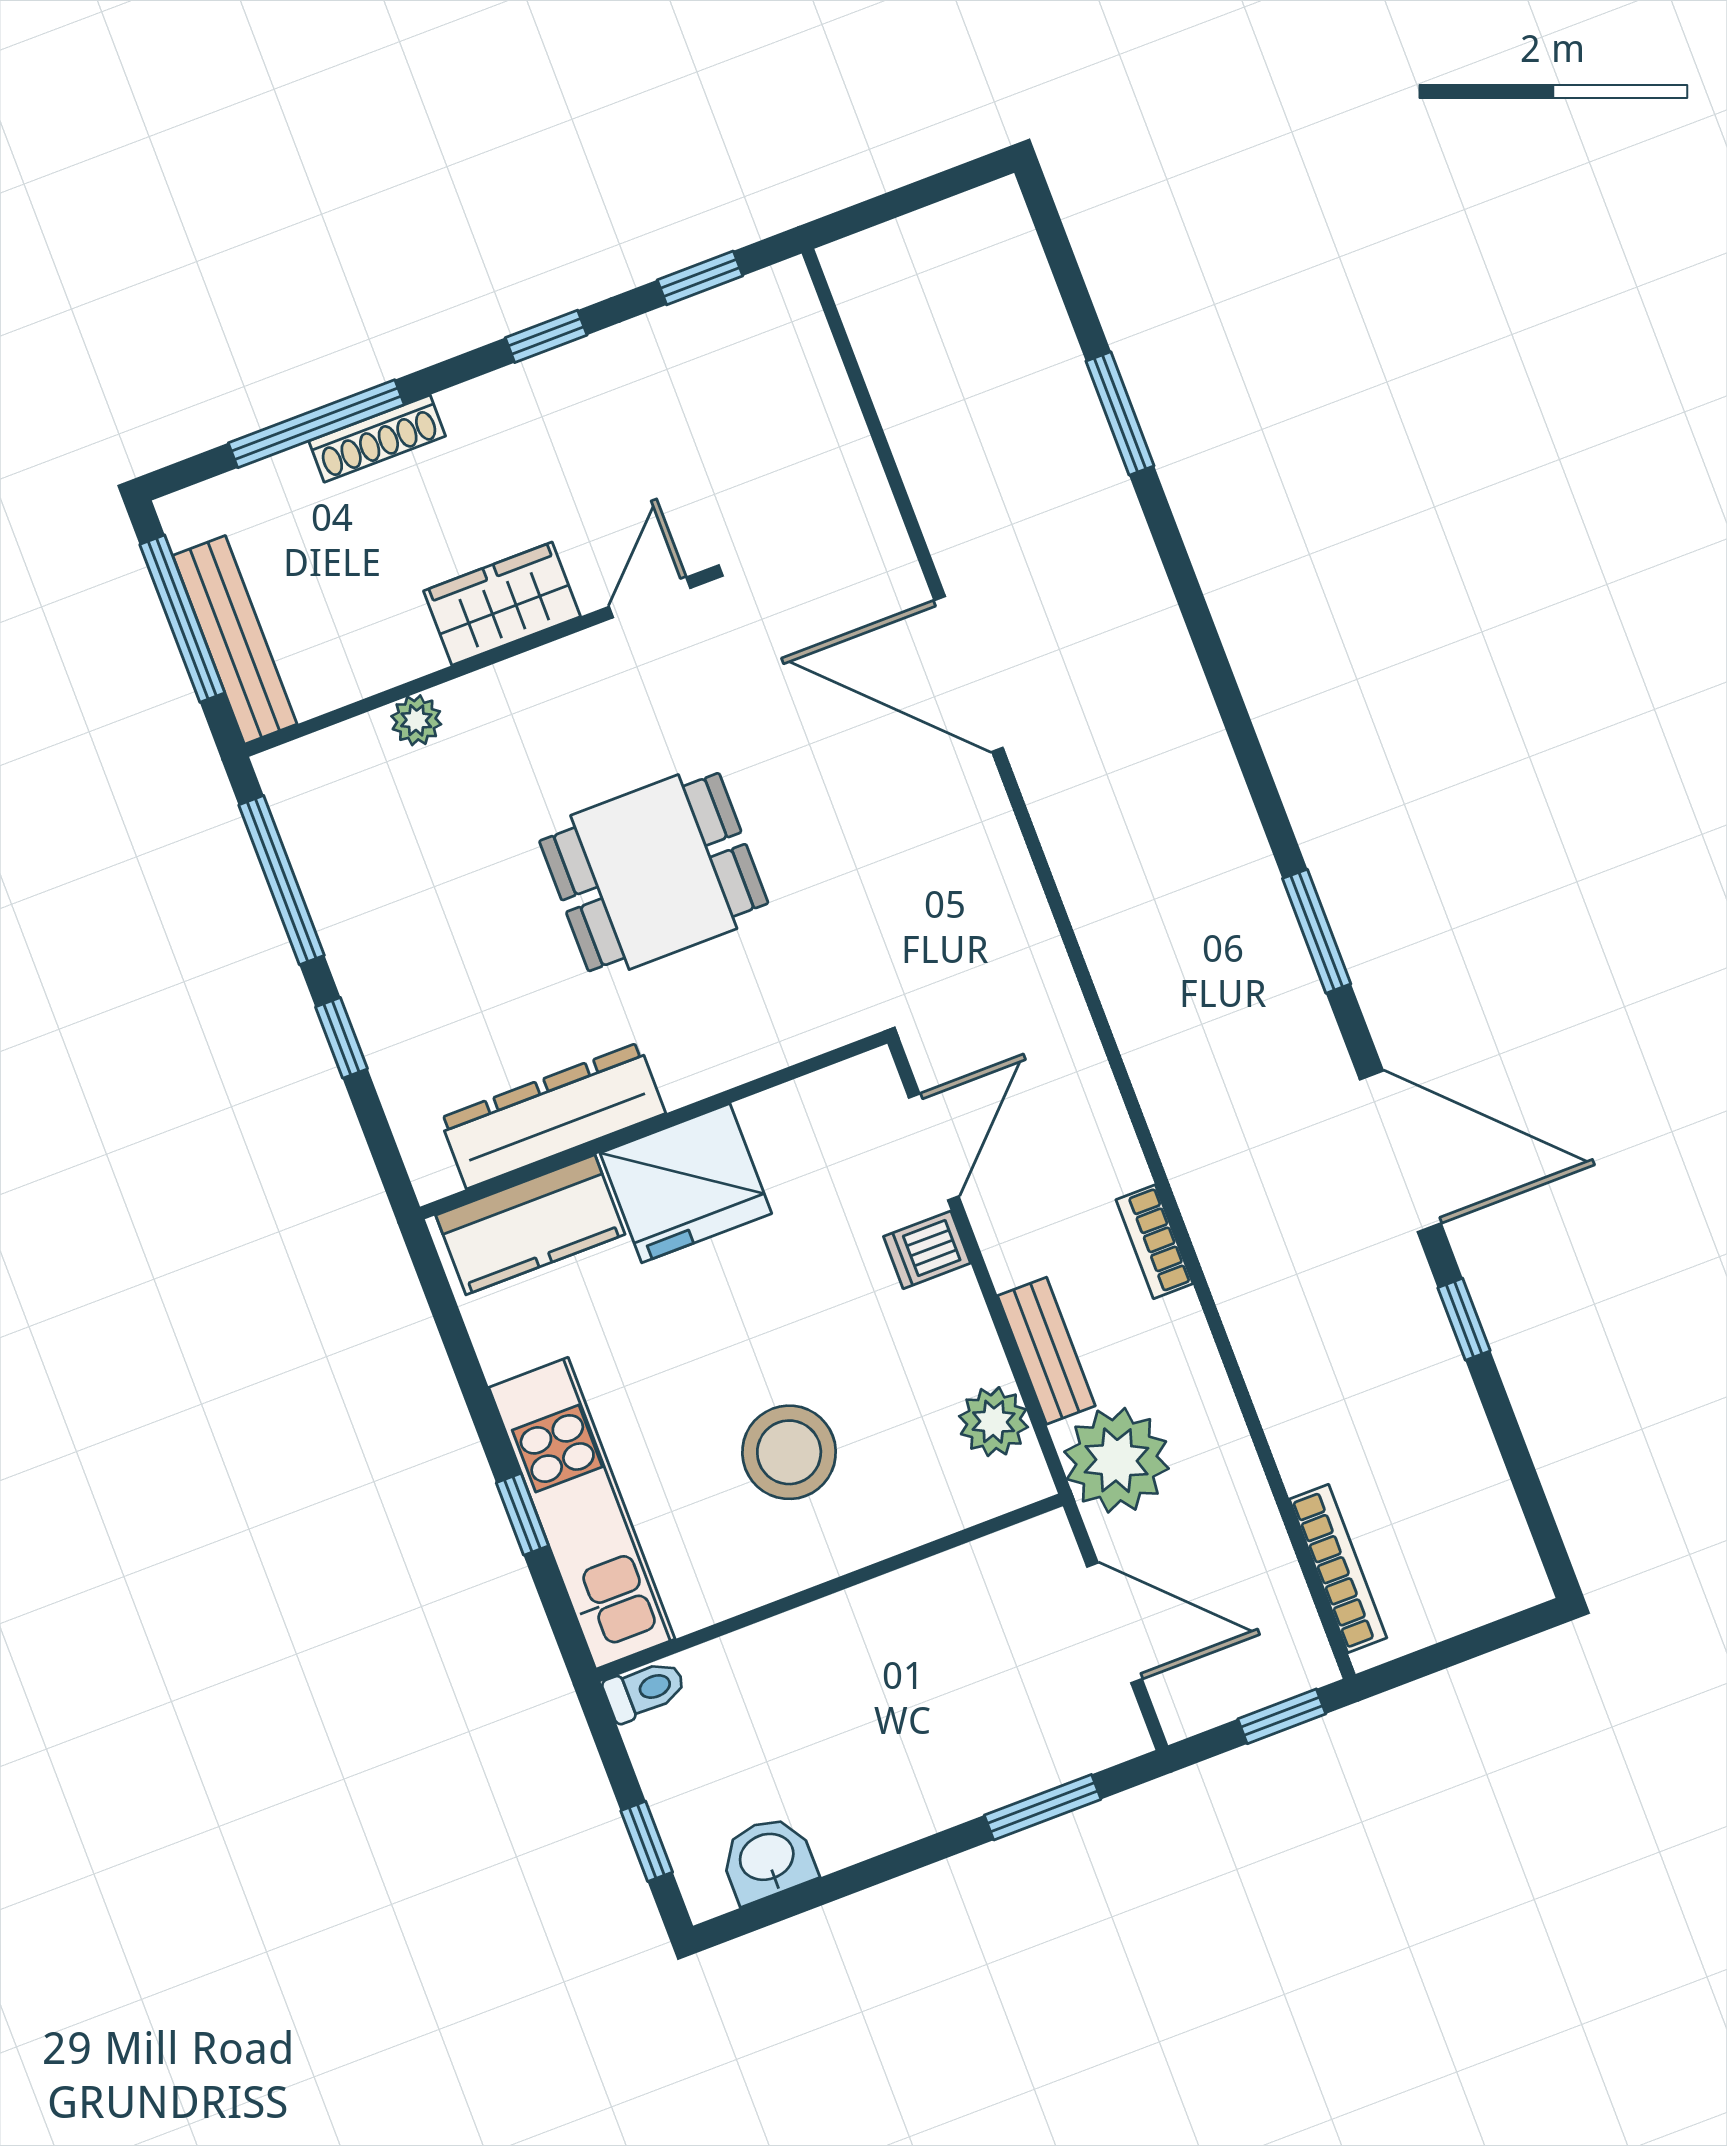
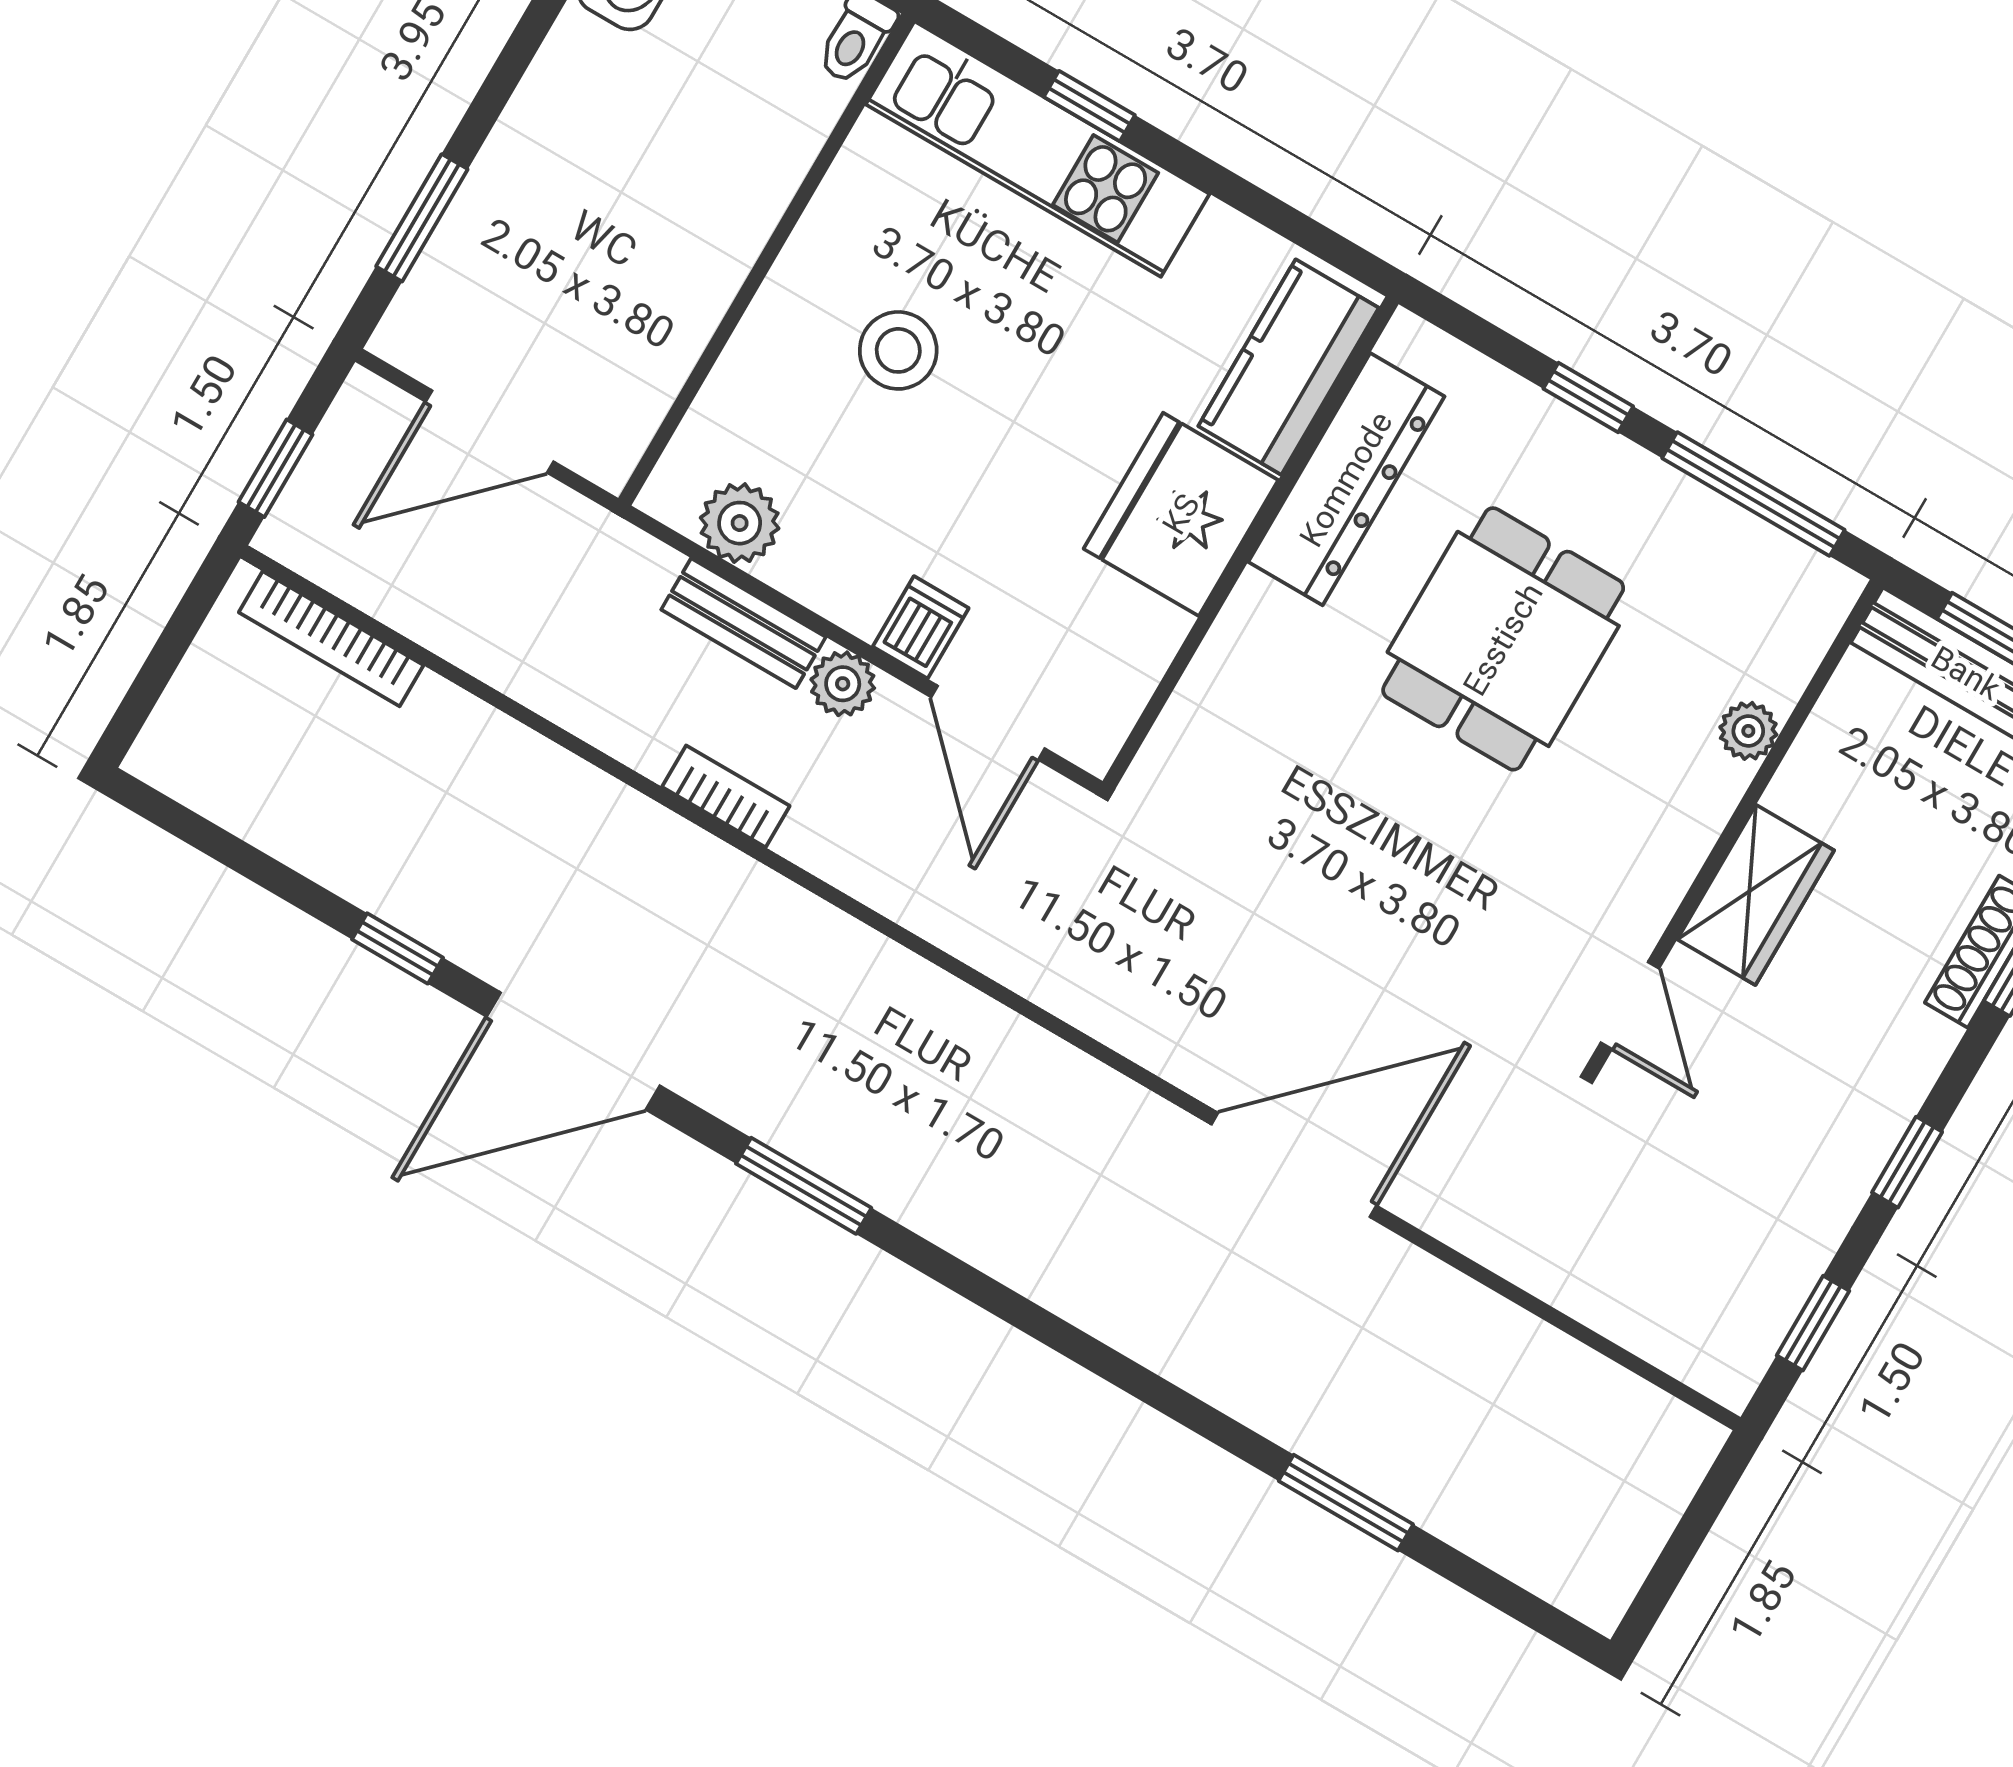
dining table: (654, 872) -> (1503, 639), moved
stool: (789, 1452) -> (898, 350), width x0.73, depth x0.73
plant: (1117, 1460) -> (843, 684), moved, width x0.53, depth x0.53

